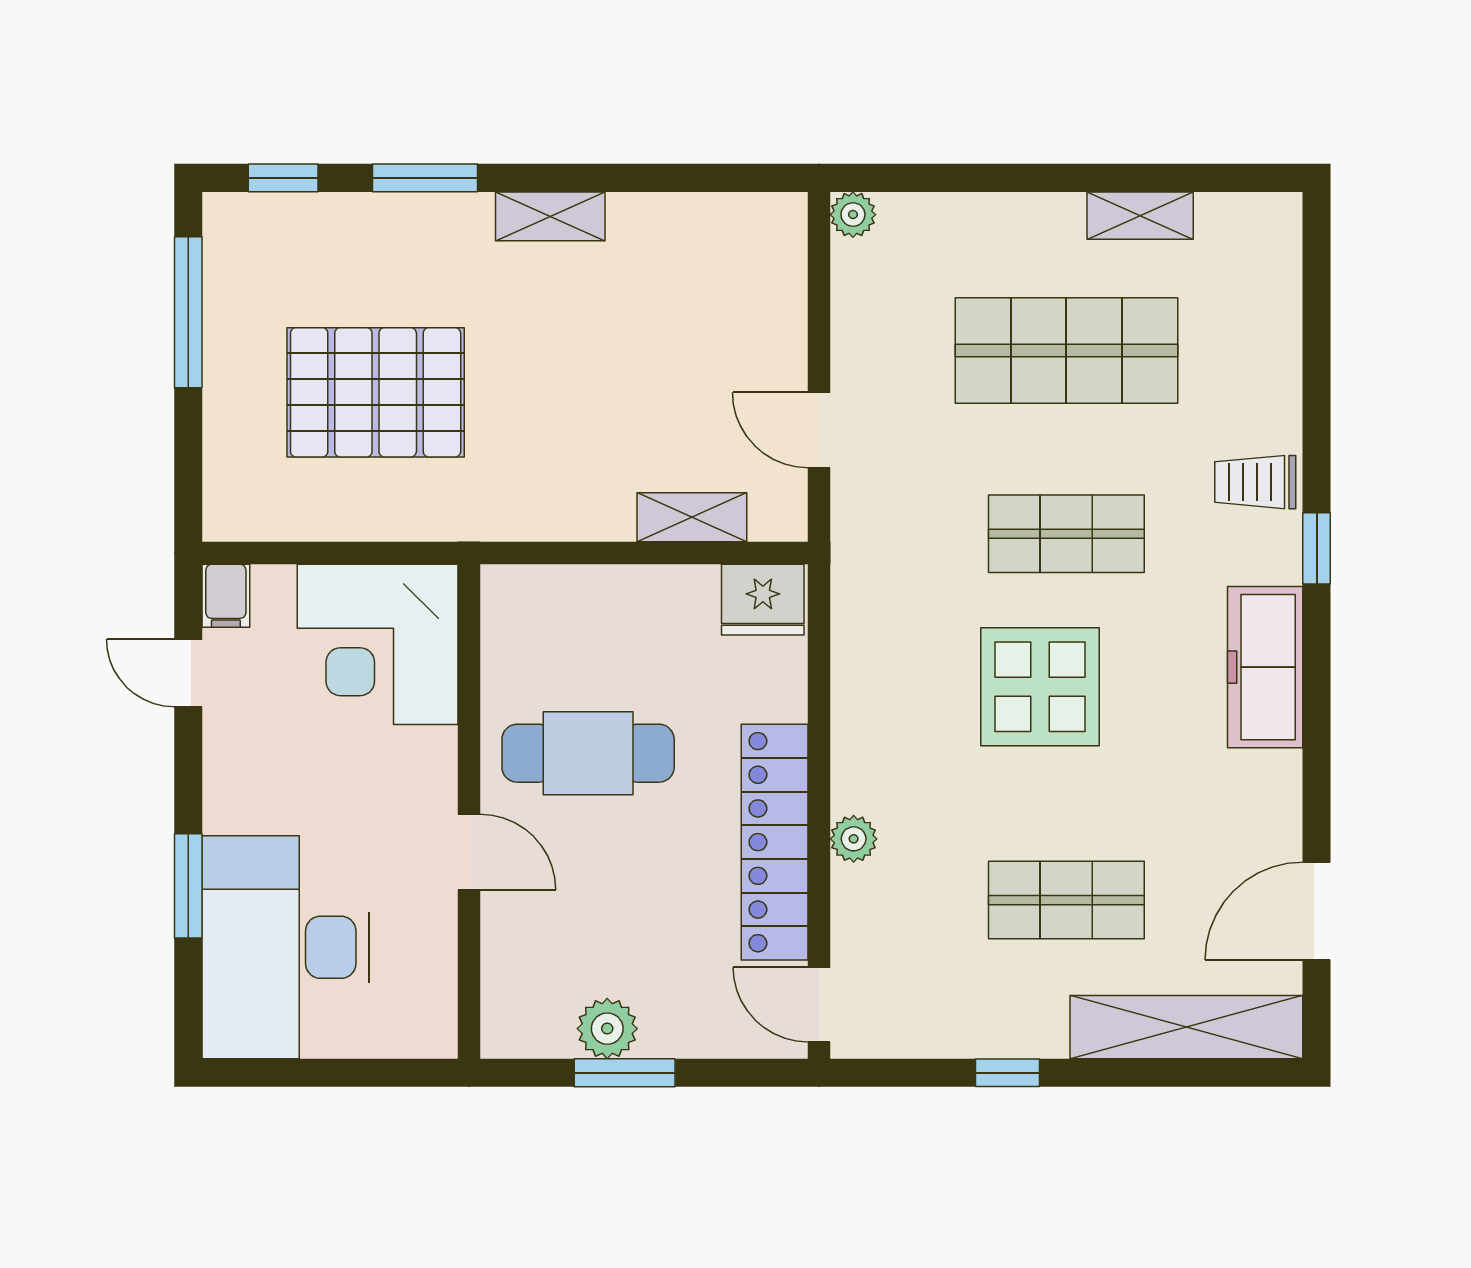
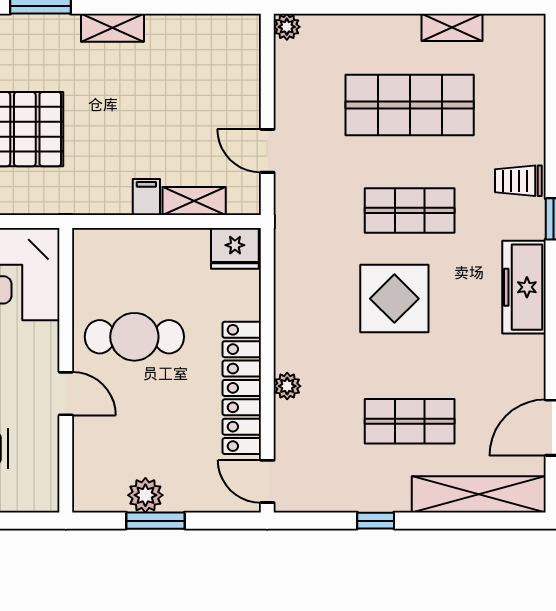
filing cabinet: (609, 510) -> (146, 197), added

